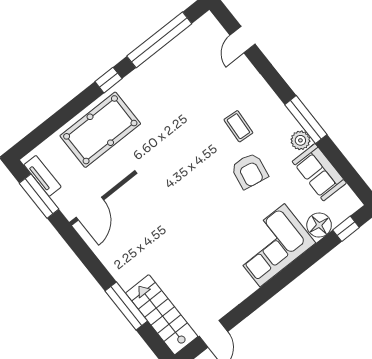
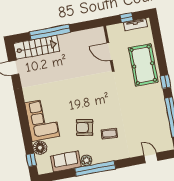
window: (306, 120) -> (95, 168), width x1.46
window: (39, 196) -> (126, 18), width x0.46
door: (90, 209) -> (110, 52), moved
window: (126, 306) -> (50, 32), width x1.46

